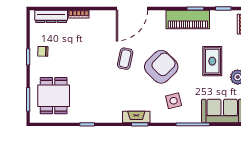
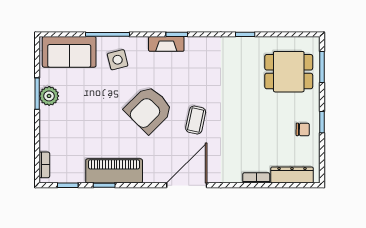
rug: (212, 61) -> (82, 117), removed
dining table: (54, 96) -> (289, 72), turned 90
side table: (174, 101) -> (118, 60), moved
fireplace: (136, 117) -> (166, 44), moved

